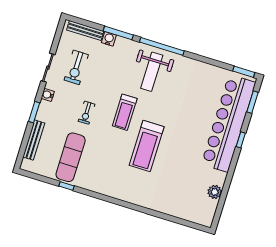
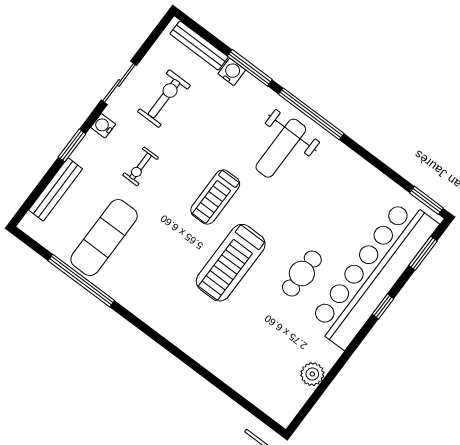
exercise bike: (76, 67) -> (164, 99), turned 180
exercise bike: (87, 113) -> (141, 166), moved
cafe table: (189, 138) -> (302, 273), added
window: (66, 186) -> (81, 281), width x3.17

